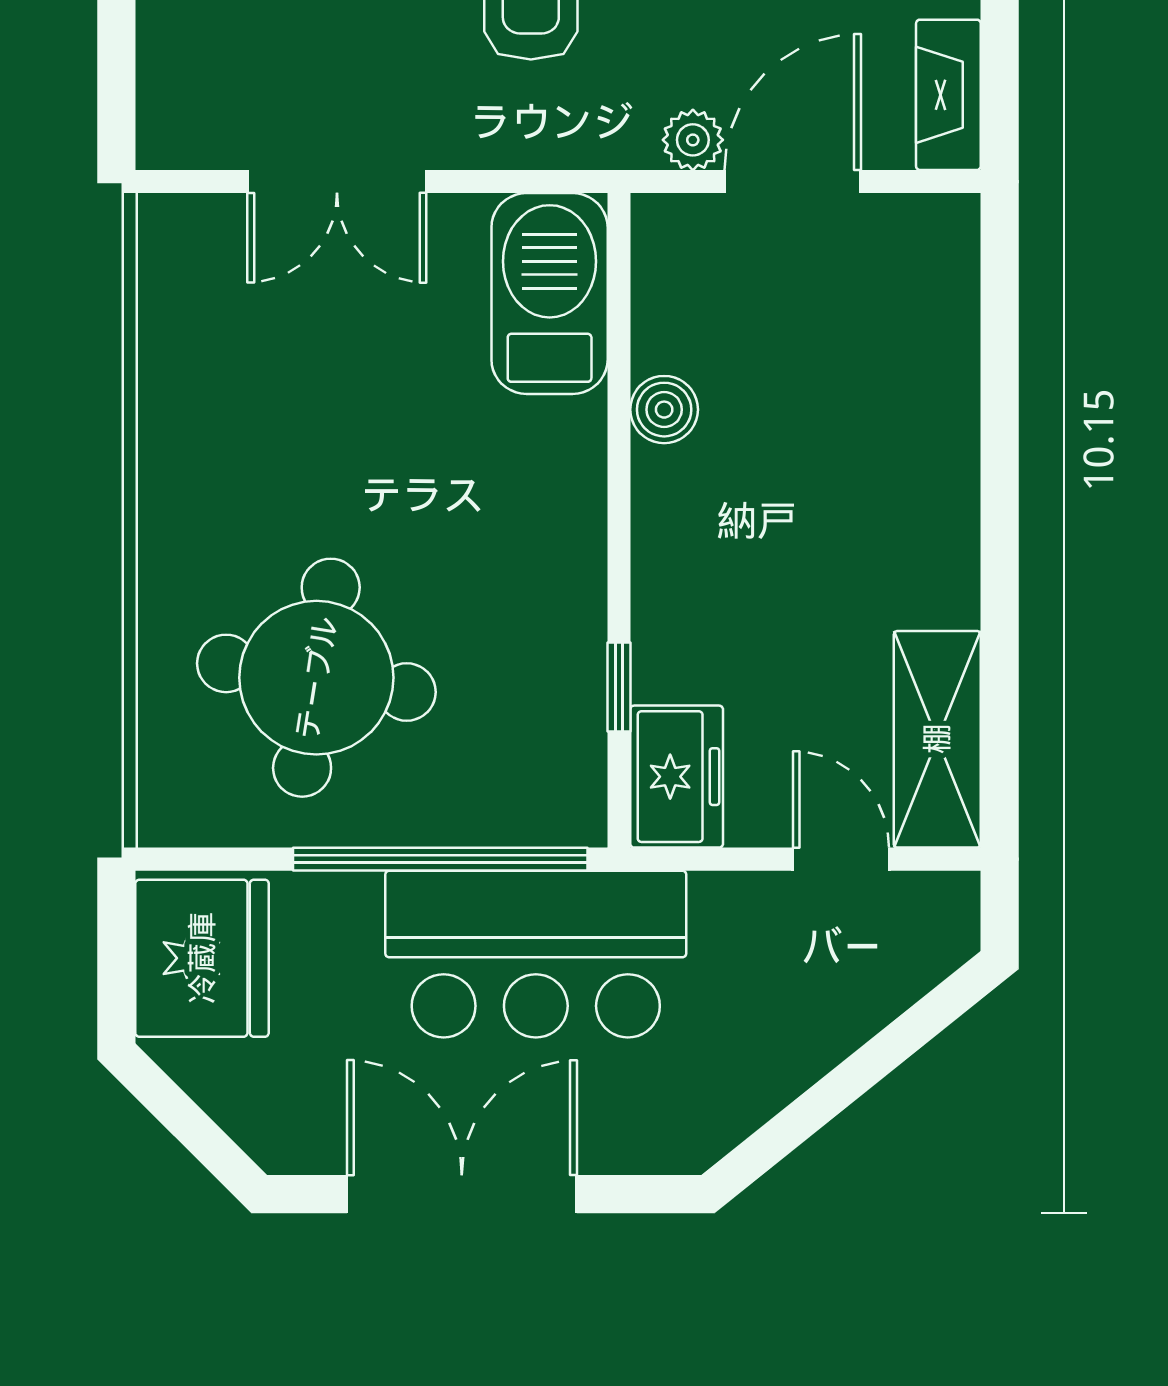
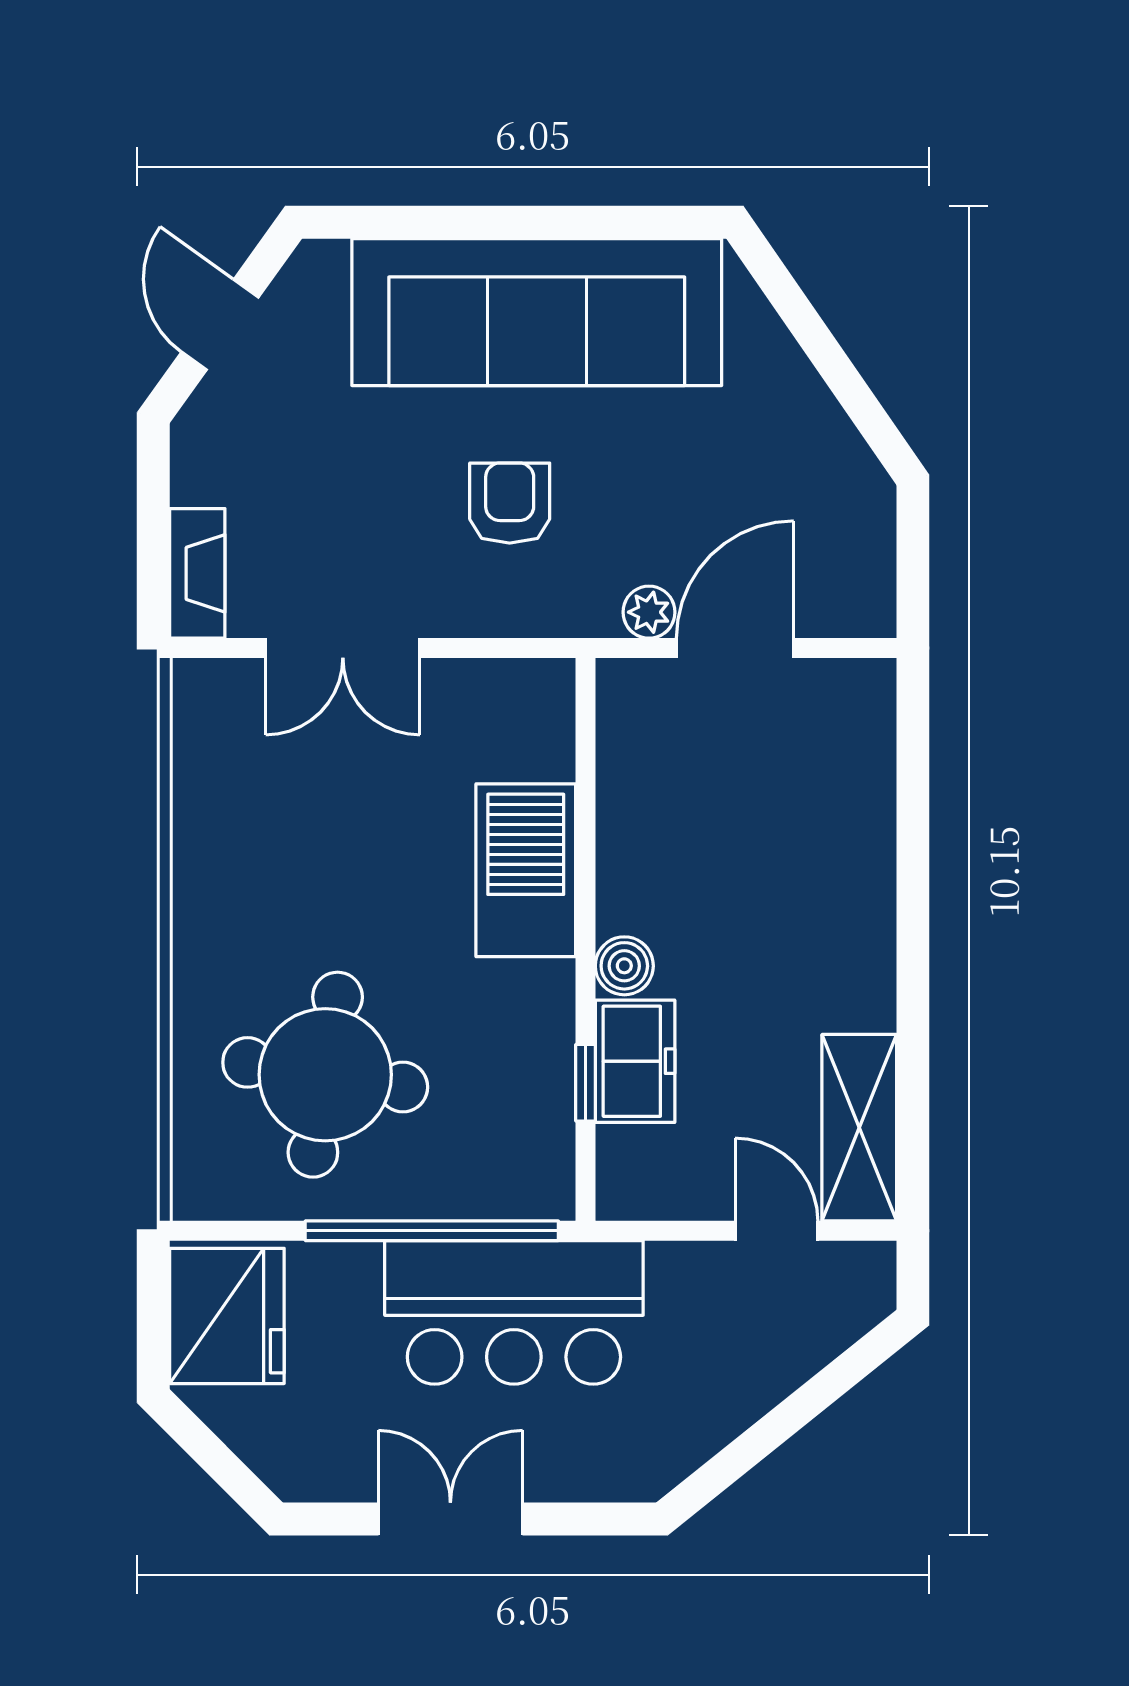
fireplace: (948, 95) -> (197, 573), moved, turned 180
barbecue: (550, 293) -> (526, 870), moved
boiler: (664, 410) -> (624, 966), moved
freezer: (677, 777) -> (635, 1061), moved
double door: (462, 1194) -> (450, 1519), width x0.73

